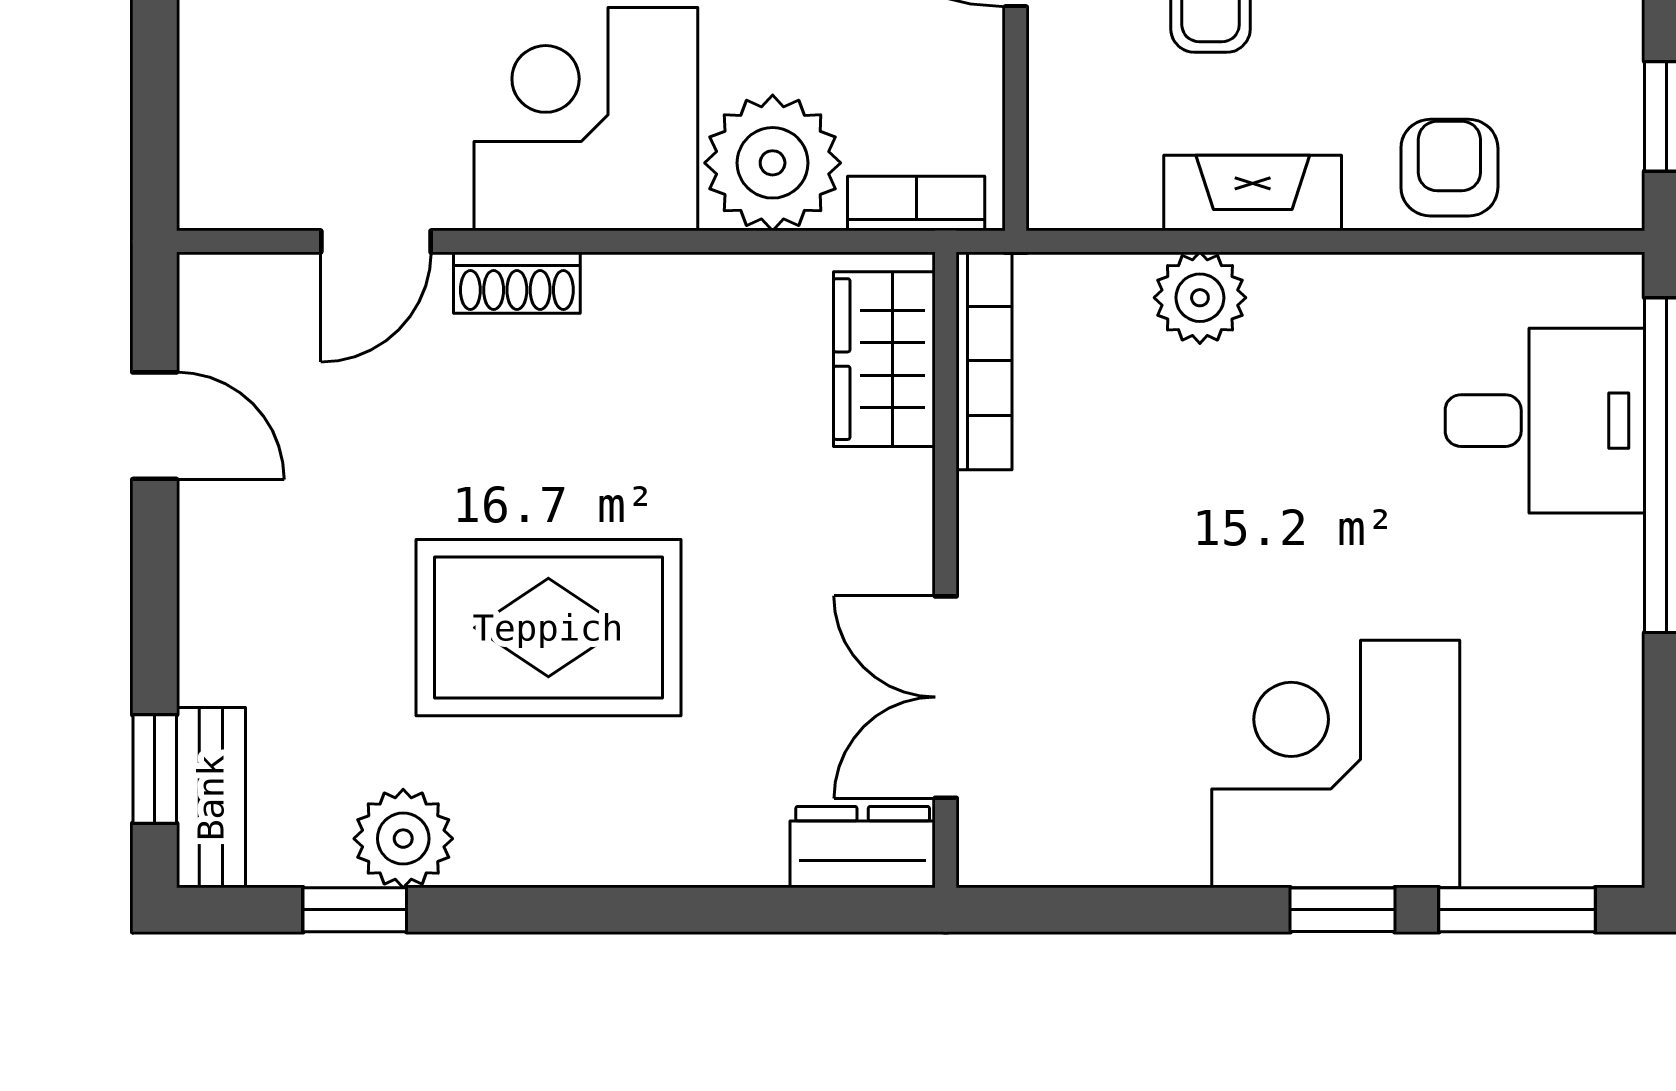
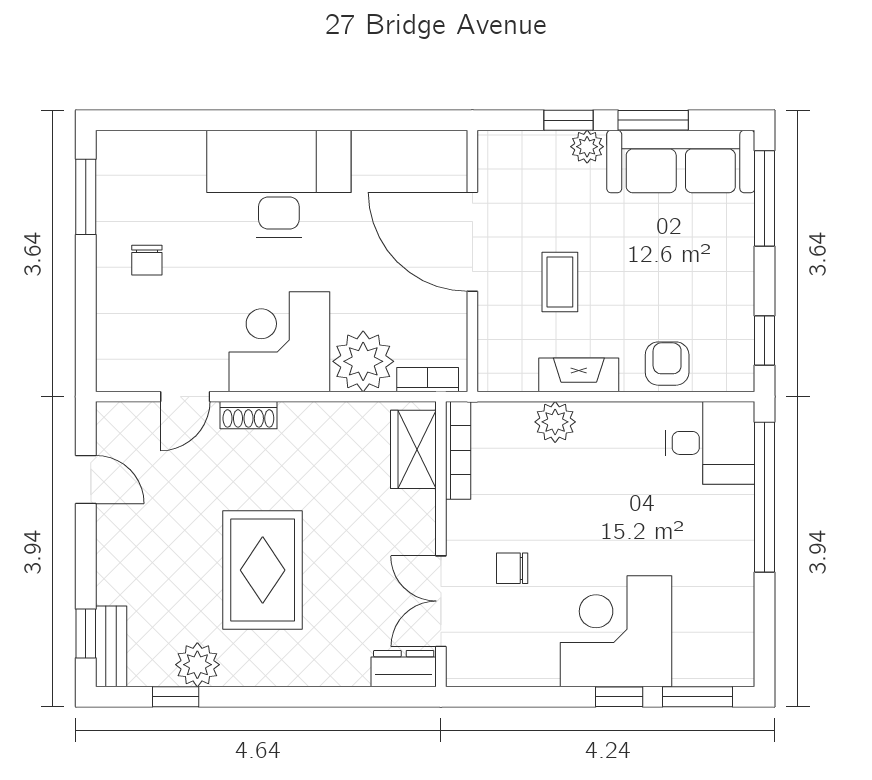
desk: (1545, 421) -> (710, 443), moved
chair: (1104, 624) -> (512, 568), added
rug: (548, 628) -> (263, 570), turned 90

